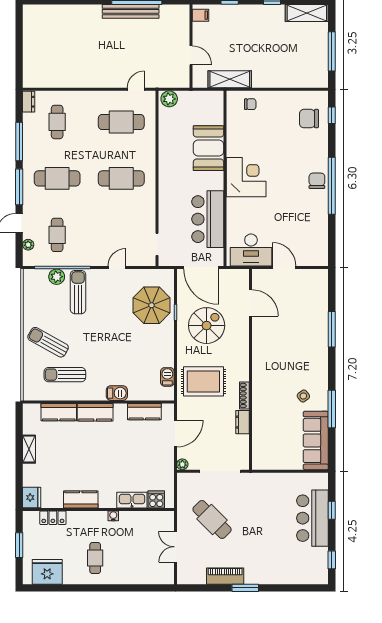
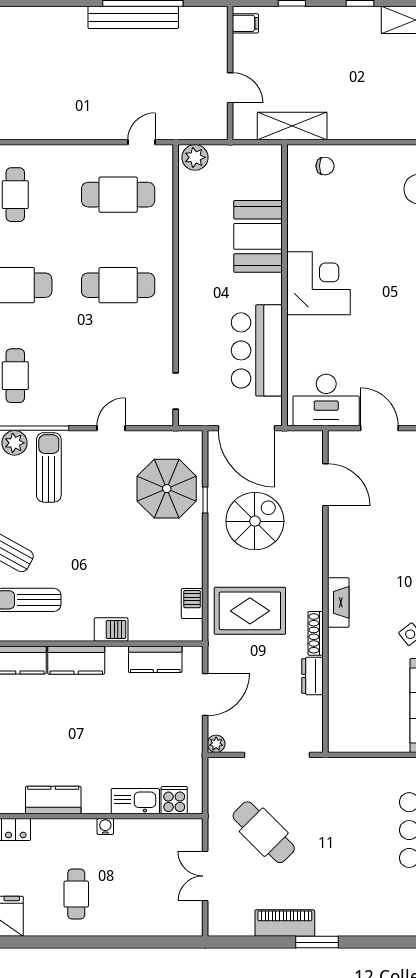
fireplace: (258, 376) -> (338, 602), added

